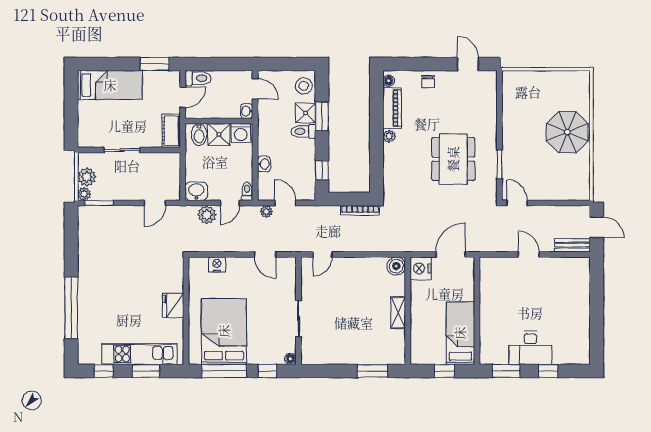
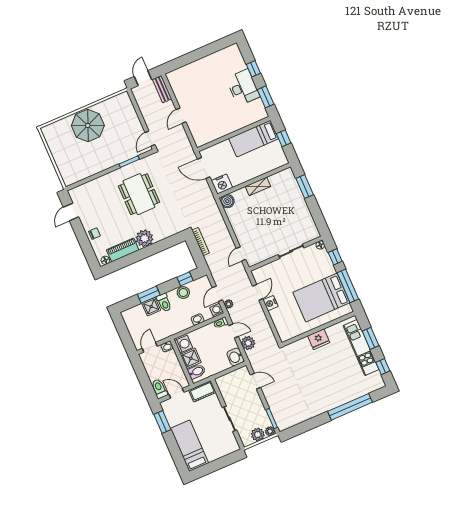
stool: (304, 86) -> (183, 293), moved
plant: (389, 136) -> (144, 238), width x1.88, depth x1.88
dining table: (453, 159) -> (139, 194), turned 90
washing machine: (265, 193) -> (217, 310), added
door: (323, 254) -> (241, 254), swing flipped
nightstand: (217, 265) -> (271, 303), moved

